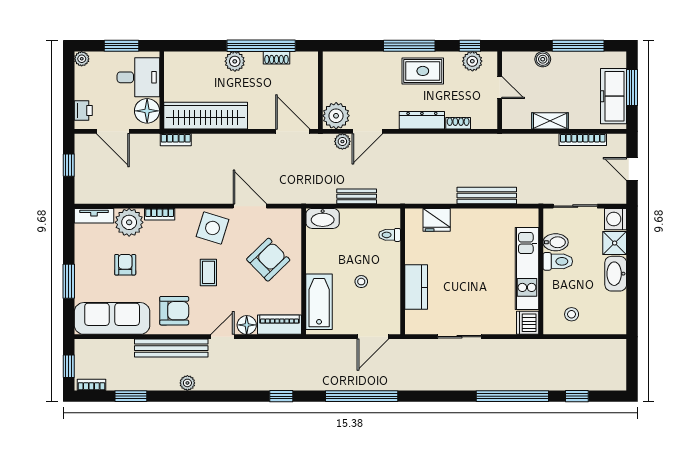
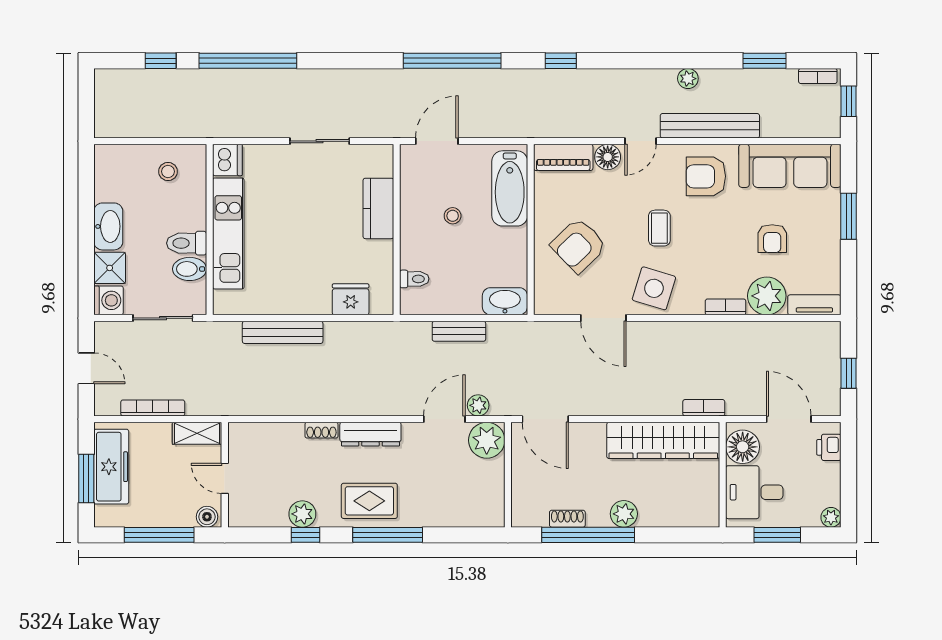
door: (500, 88) -> (225, 478), moved
wall: (500, 90) -> (225, 475), moved

